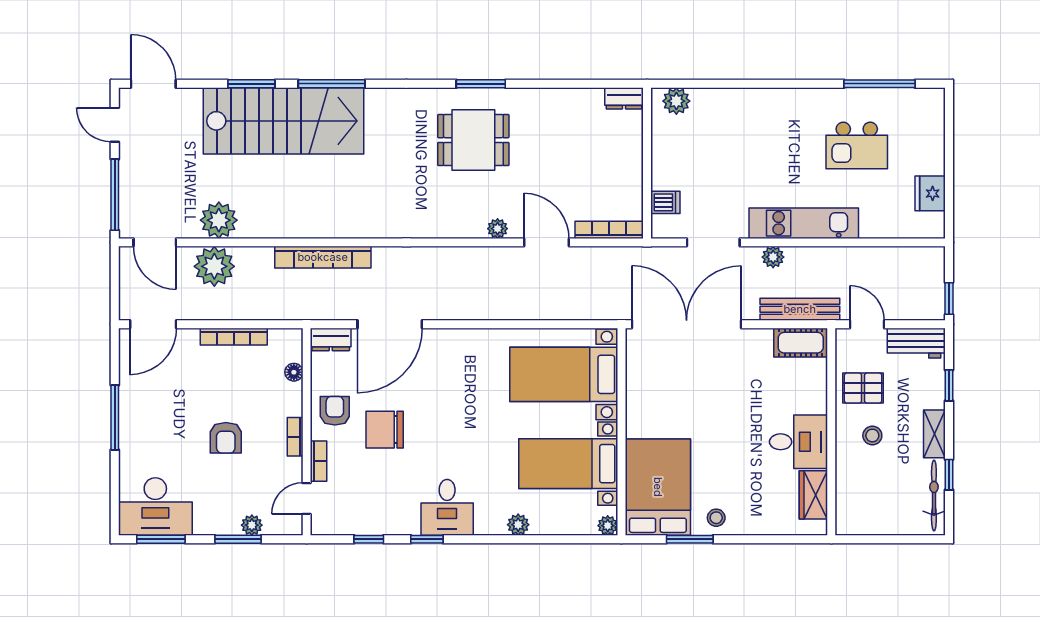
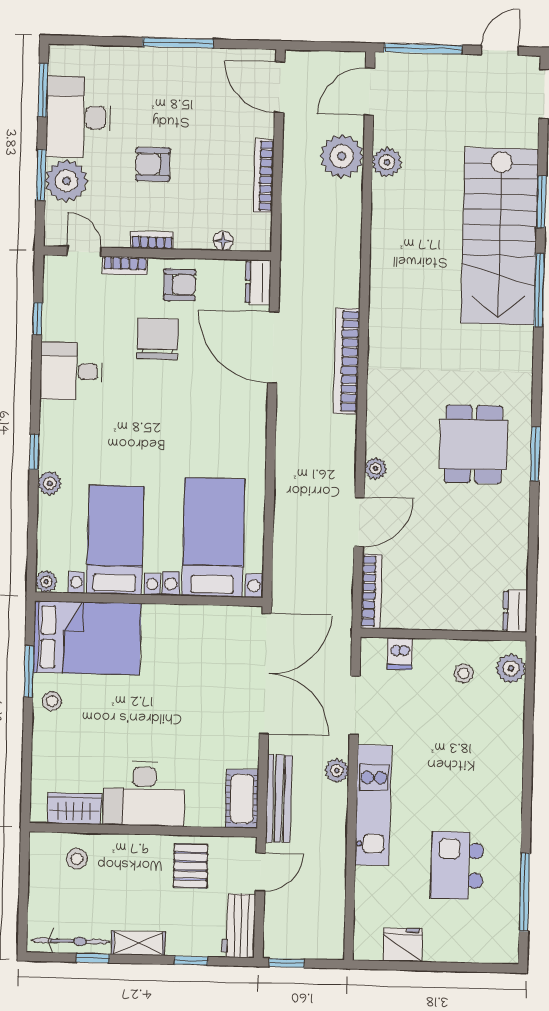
stool: (682, 144) -> (464, 673), added
plant: (219, 220) -> (387, 162), width x0.73, depth x0.73
bookcase: (323, 257) -> (347, 361), moved
stool: (872, 436) -> (77, 859), moved
desk: (799, 442) -> (144, 794), width x1.37
desk: (155, 507) -> (78, 117), moved
desk: (447, 507) -> (71, 371), moved
plant: (252, 525) -> (66, 181), width x1.87, depth x1.87
window: (427, 539) -> (34, 452), moved

